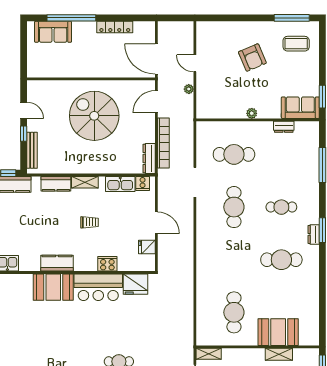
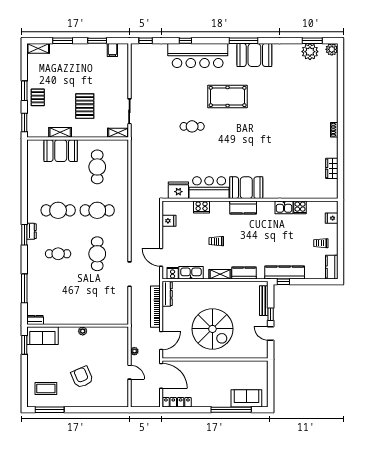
locker: (115, 27) -> (177, 402), moved
dresser: (284, 127) -> (35, 320), moved
cafe table: (234, 154) -> (97, 210), moved
door: (156, 223) -> (161, 257), moved

